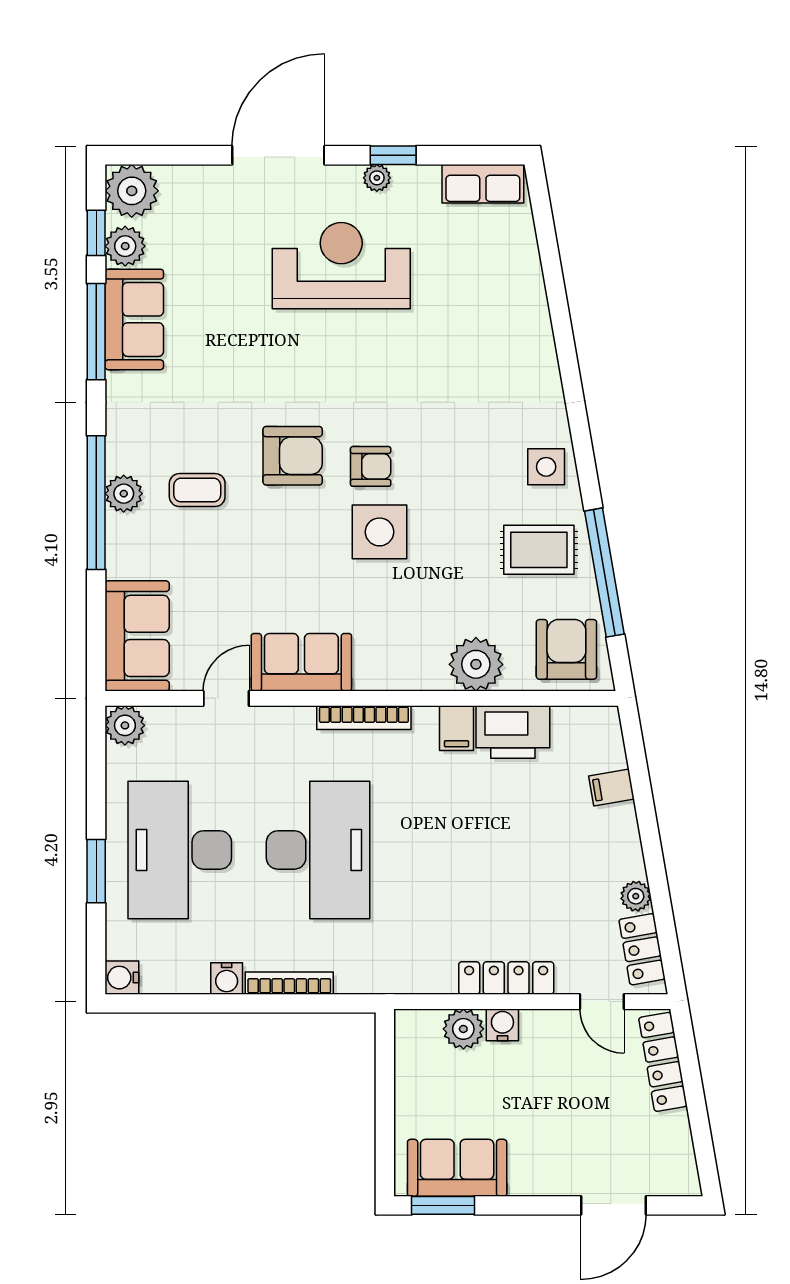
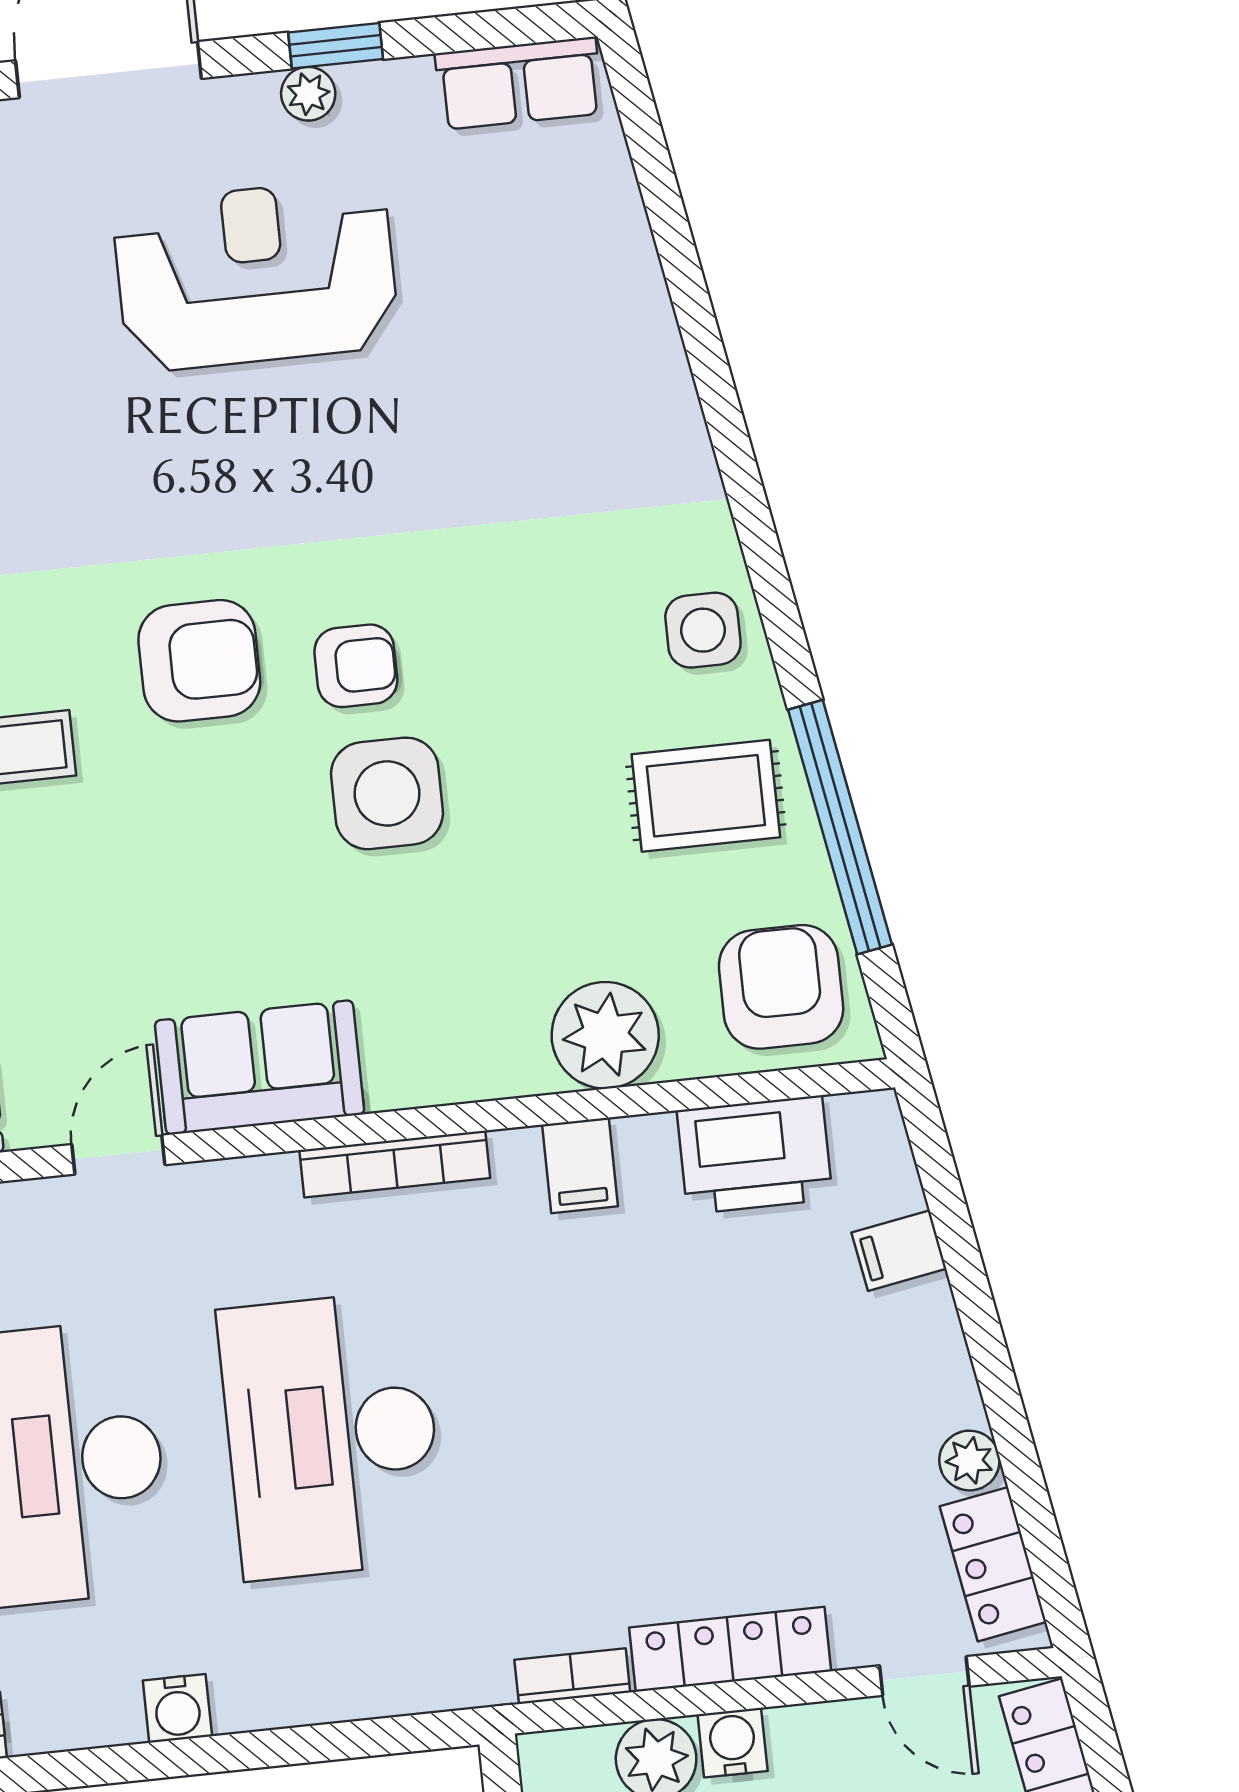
printer: (513, 732) -> (755, 1155), moved
desk: (318, 850) -> (332, 1435), turned 180
bookcase: (289, 983) -> (572, 1676), moved, width x0.64

